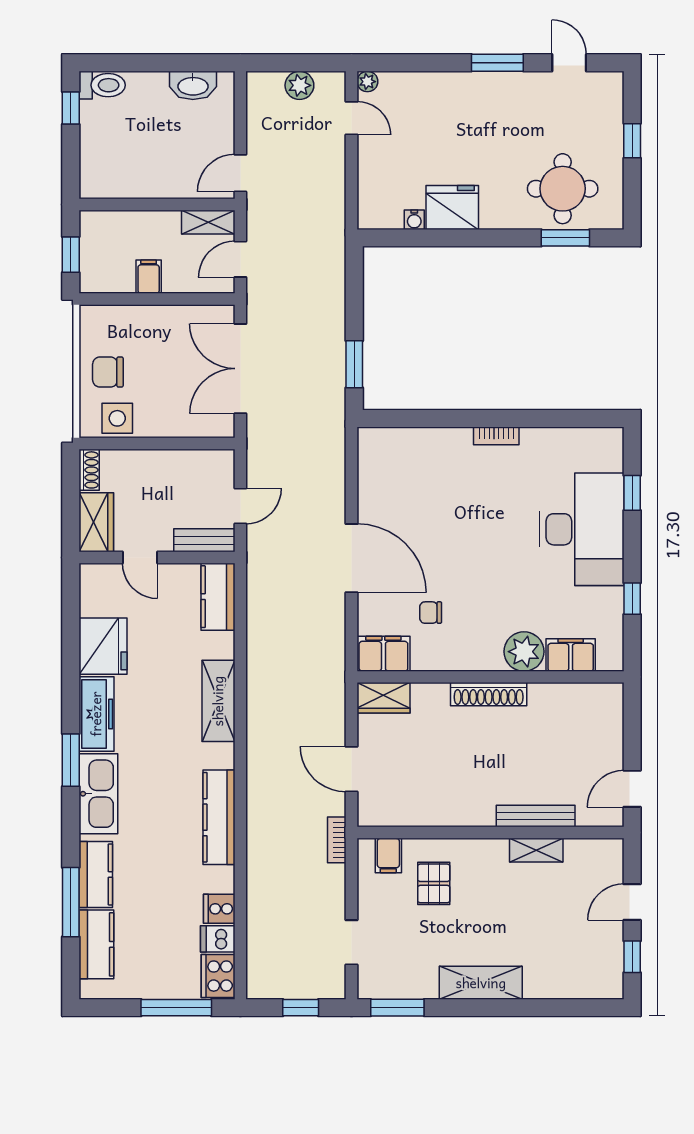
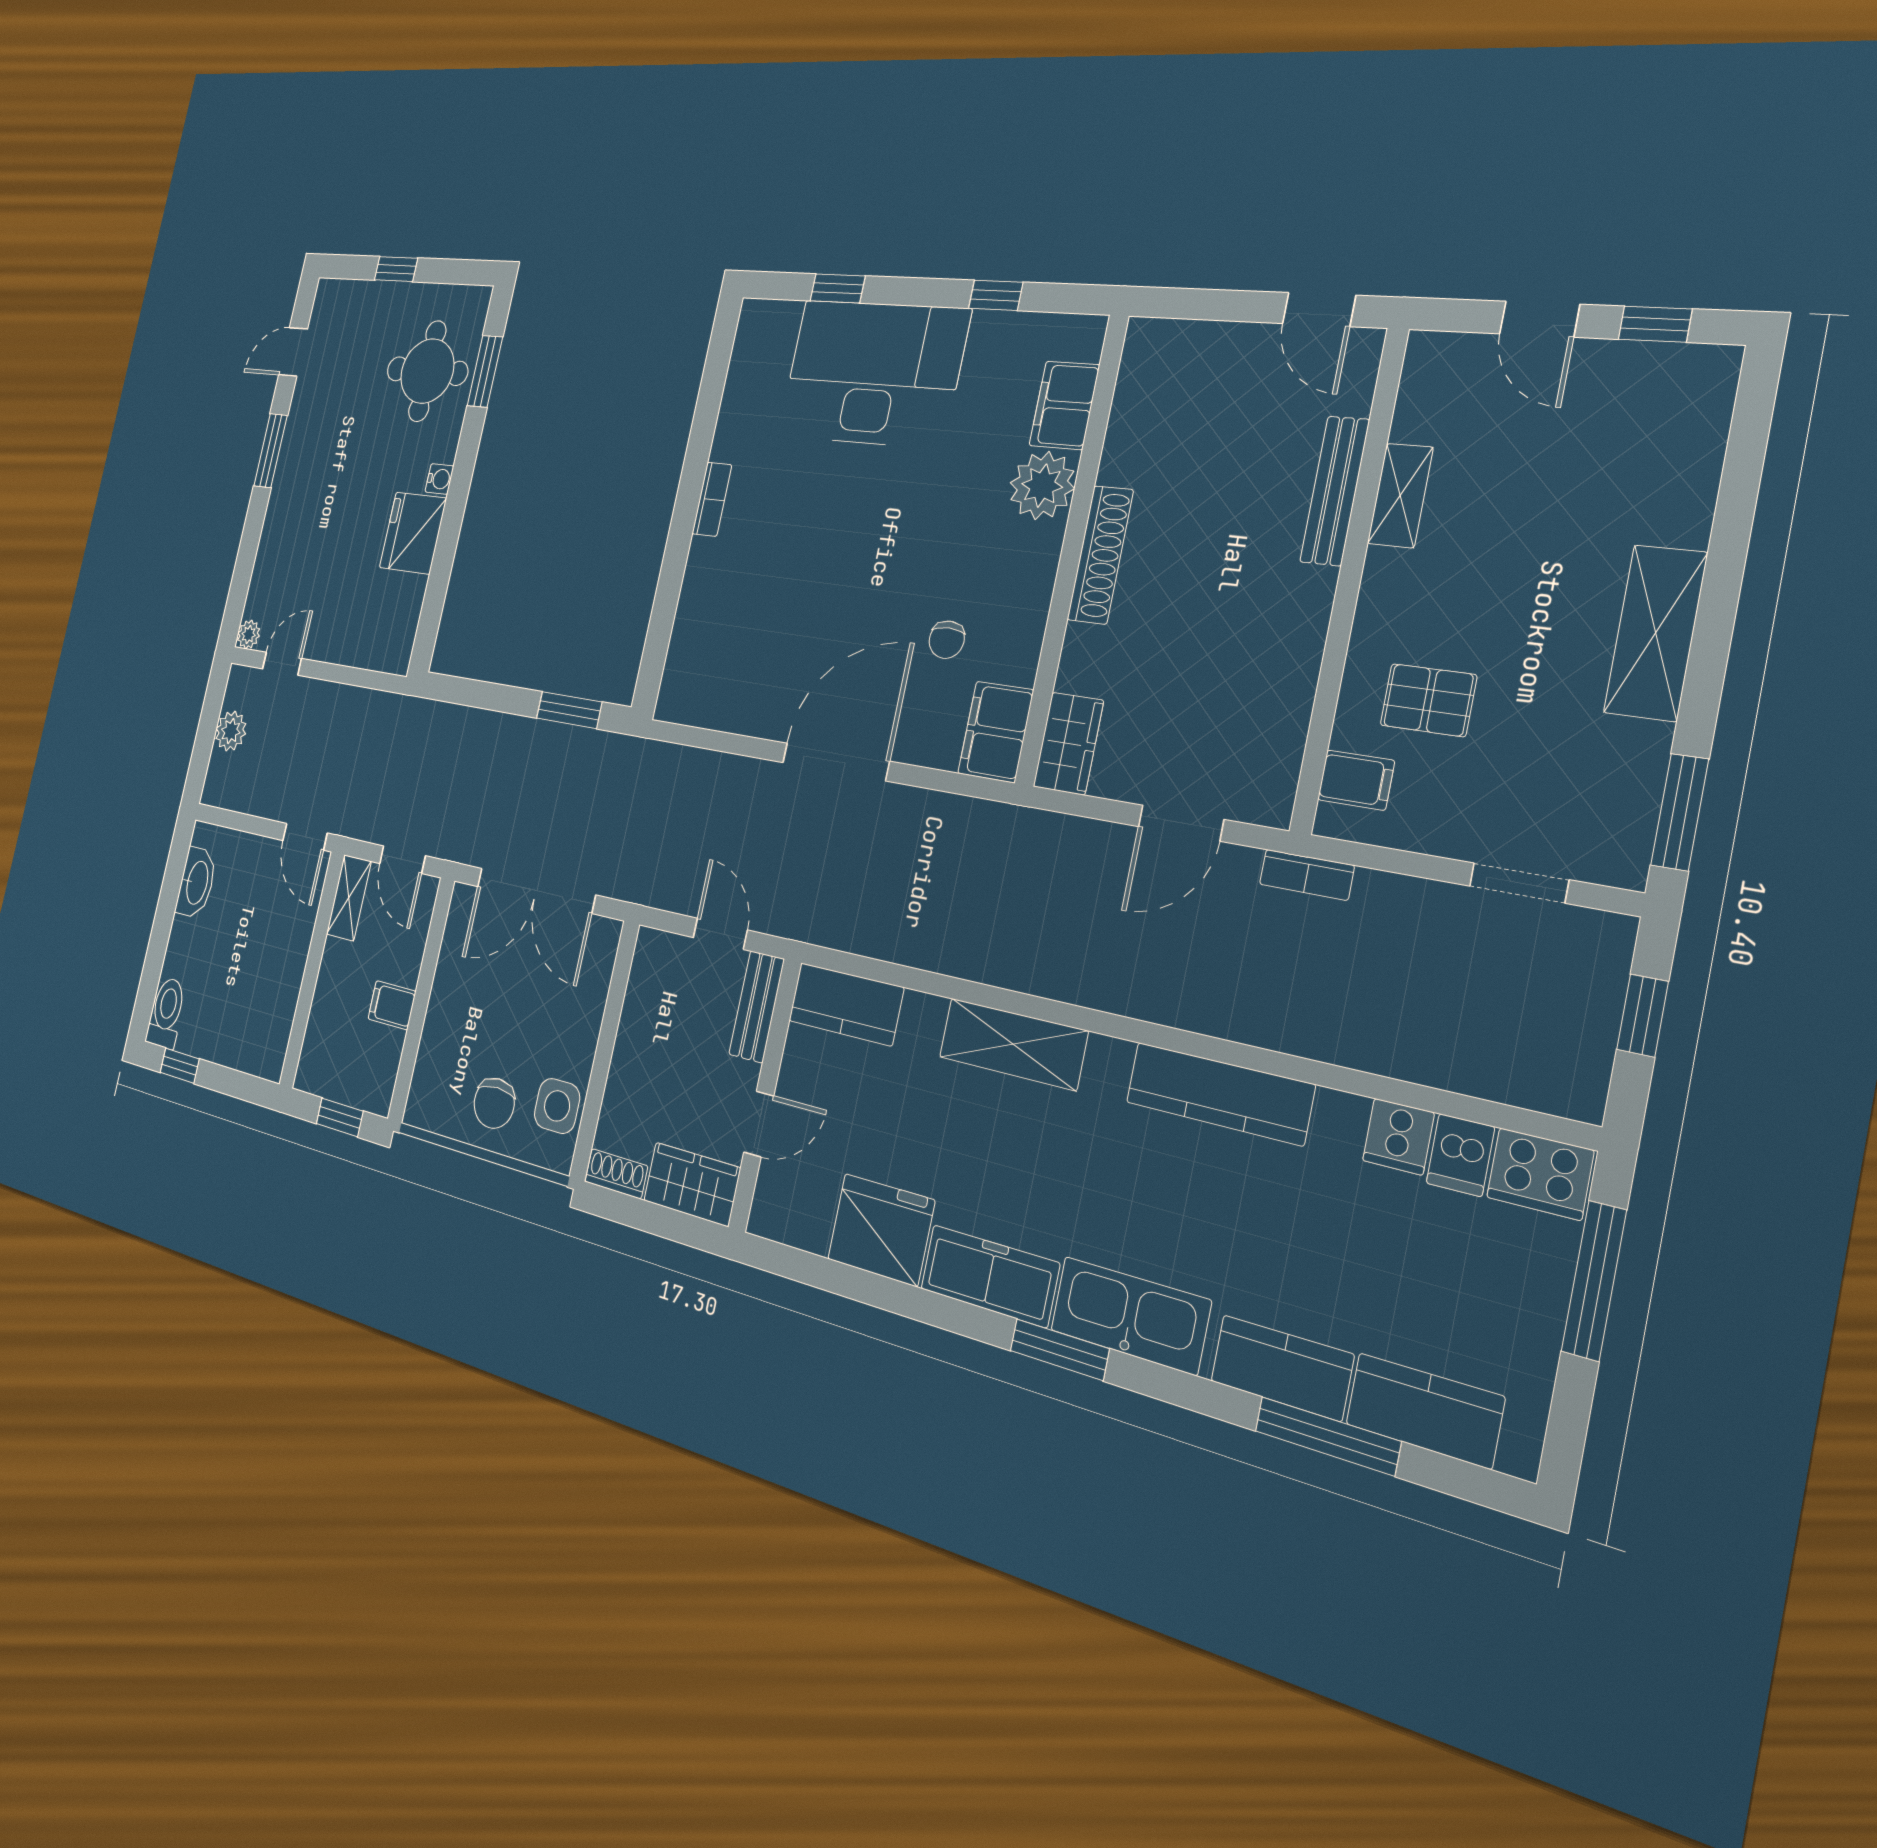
water cooler: (414, 220) -> (439, 479), moved

